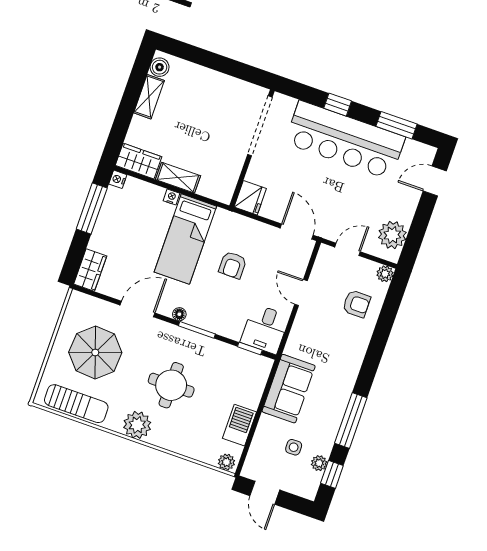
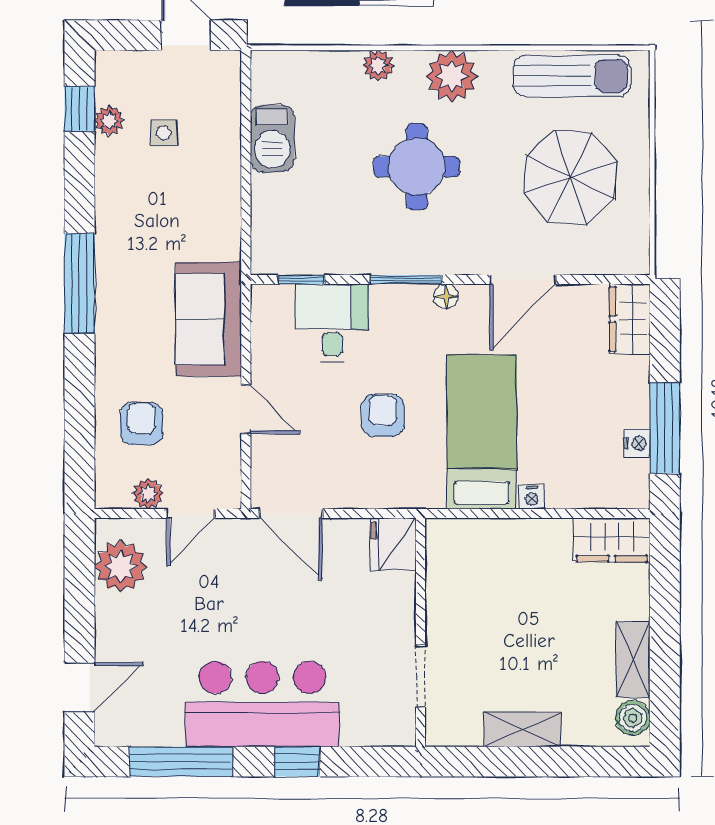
window: (397, 125) -> (181, 762), width x1.44
doorway: (260, 126) -> (420, 676), width x0.53
bar counter: (345, 140) -> (262, 704), width x0.73
shelving: (178, 178) -> (523, 730), moved
nightstand: (118, 179) -> (637, 443), moved
plant: (385, 274) -> (148, 494), moved
armchair: (356, 304) -> (141, 423), turned 90
desk: (265, 329) -> (332, 323), moved
sofa: (289, 389) -> (208, 319), moved
sun lounger: (76, 404) -> (572, 76), turned 180
window: (351, 421) -> (80, 283), moved
plant: (226, 462) -> (378, 66), moved

